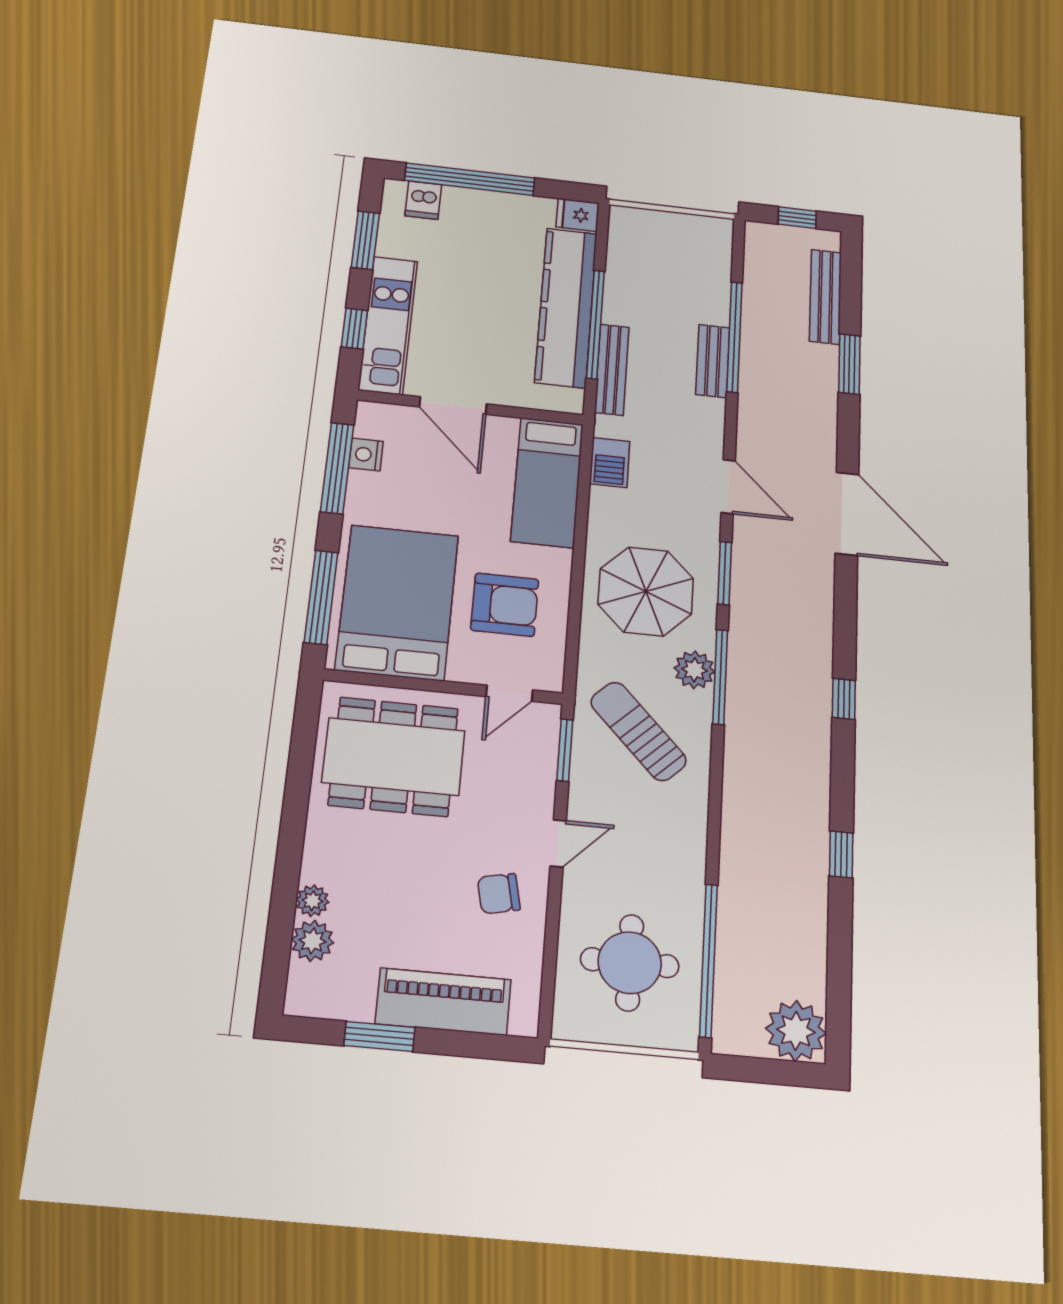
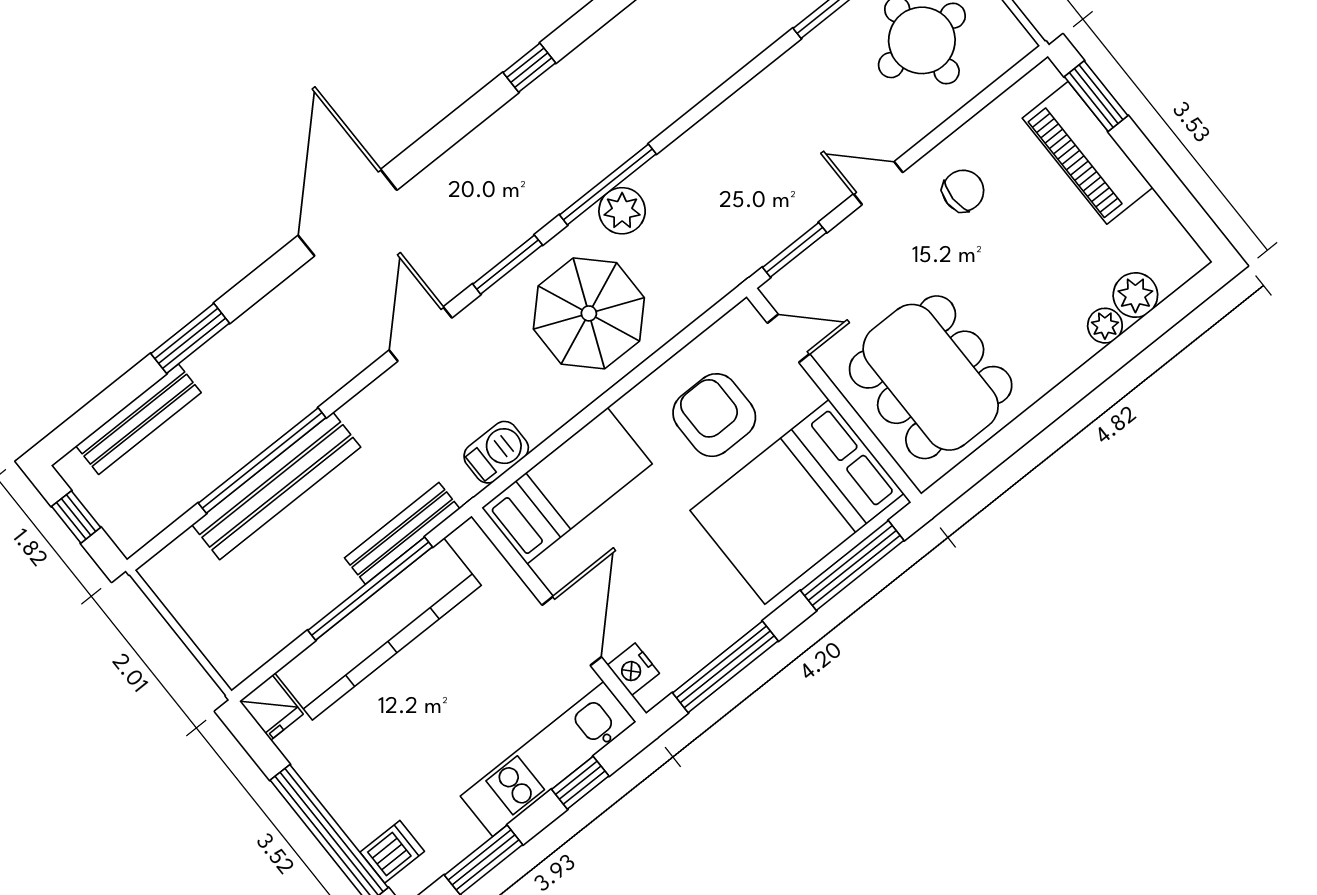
bench: (713, 361) -> (276, 486), width x1.86, depth x1.21
nightstand: (366, 455) -> (633, 669), moved, turned 90
sun lounger: (638, 731) -> (721, 207), removed
chair: (499, 894) -> (963, 191), turned -78
window: (379, 1036) -> (1096, 96), moved

